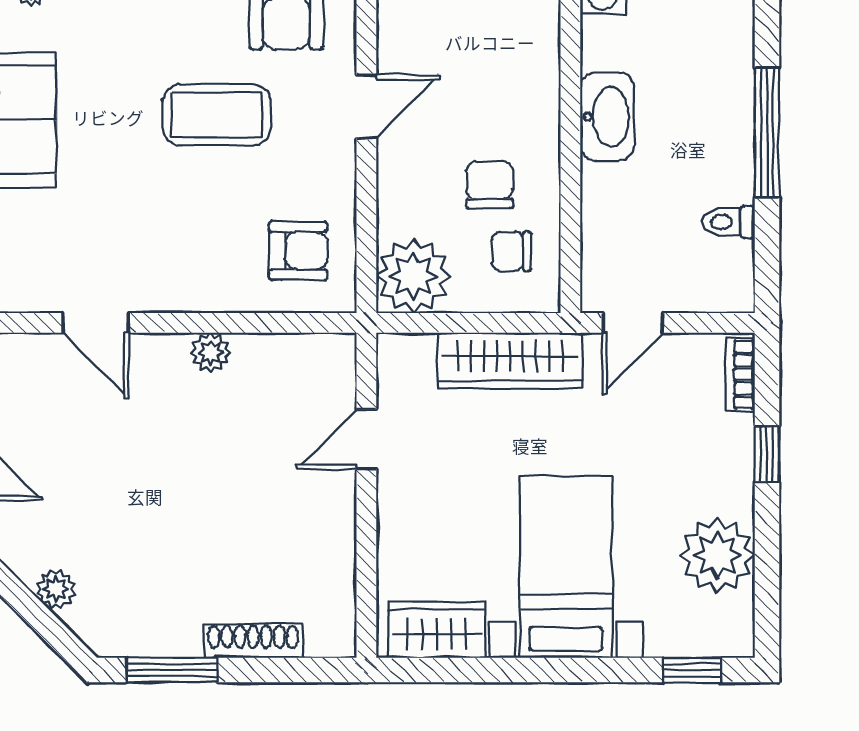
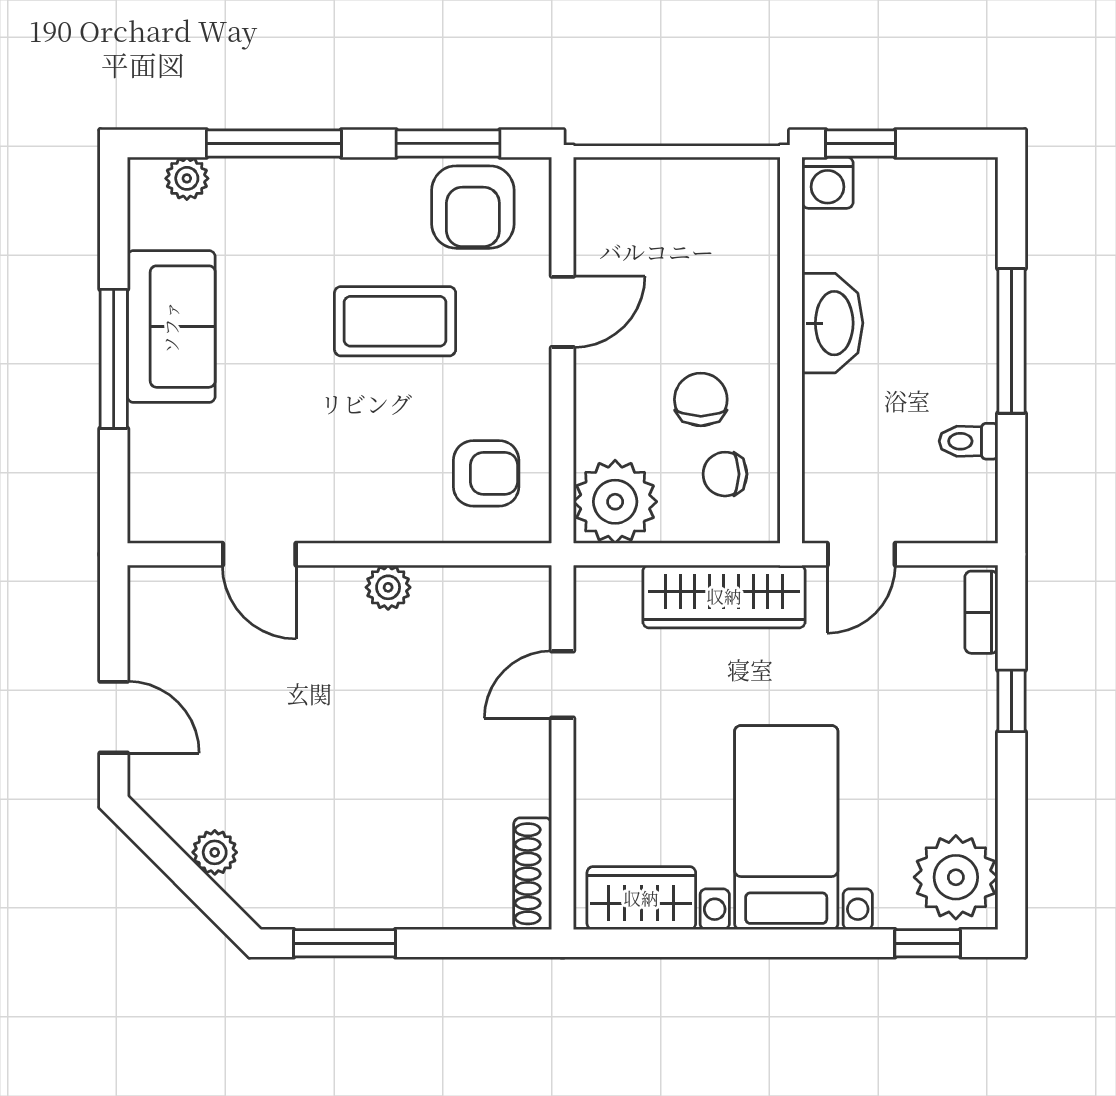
plant: (717, 555) -> (956, 877), moved
shoe rack: (253, 641) -> (533, 874), moved, turned -90

